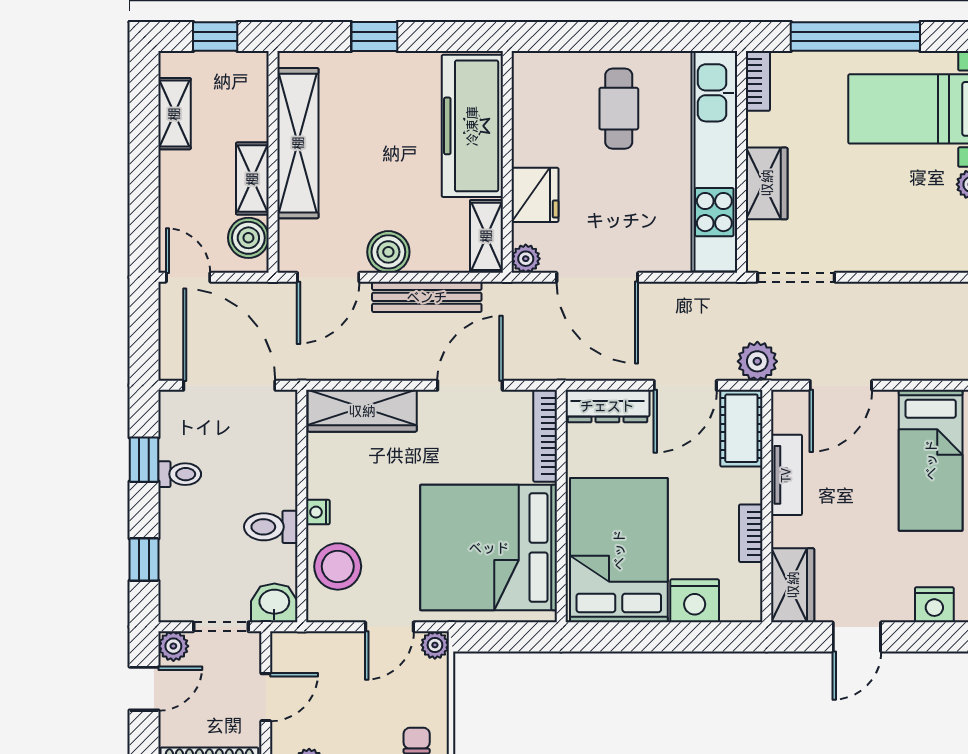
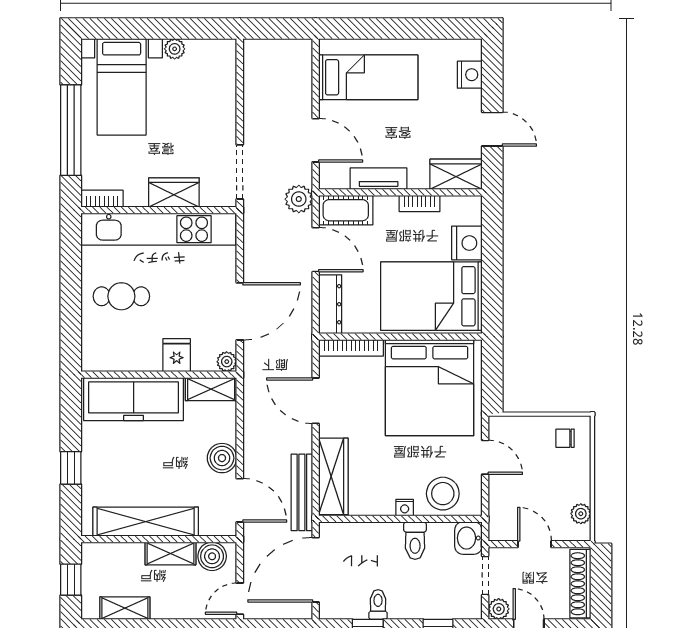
fridge: (535, 195) -> (177, 355), width x0.72
bench: (427, 297) -> (302, 492), moved
plant: (435, 645) -> (498, 425), removed

